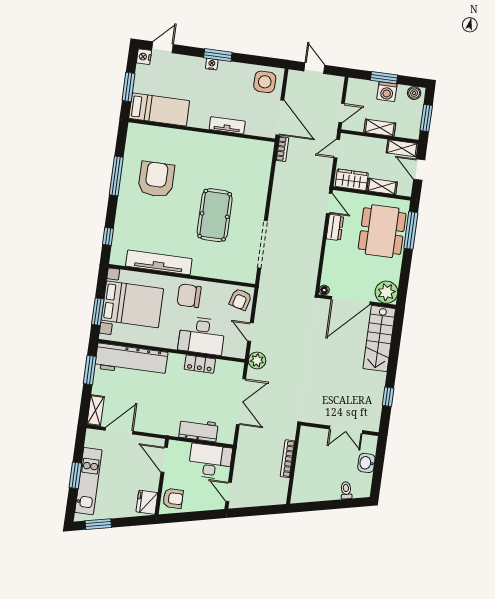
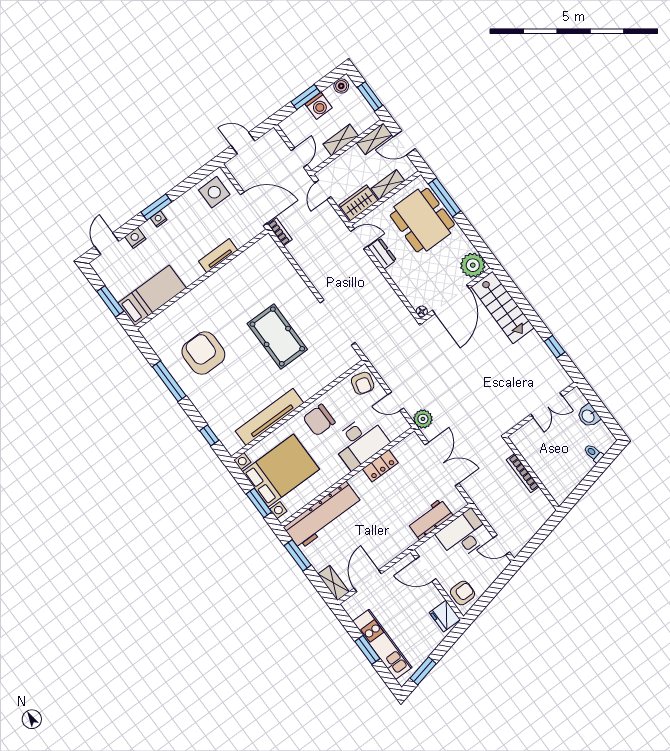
nightstand: (144, 57) -> (135, 238), moved, turned 90

